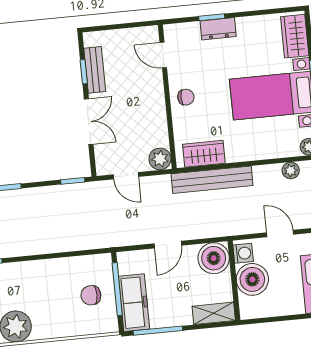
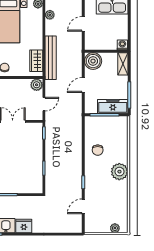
door: (168, 245) -> (83, 85), swing flipped
washing machine: (243, 253) -> (122, 45), moved
boiler: (252, 279) -> (107, 41), removed
chair: (91, 295) -> (98, 150), moved

